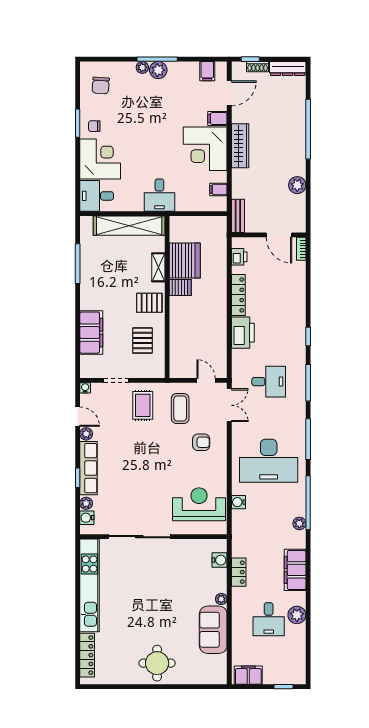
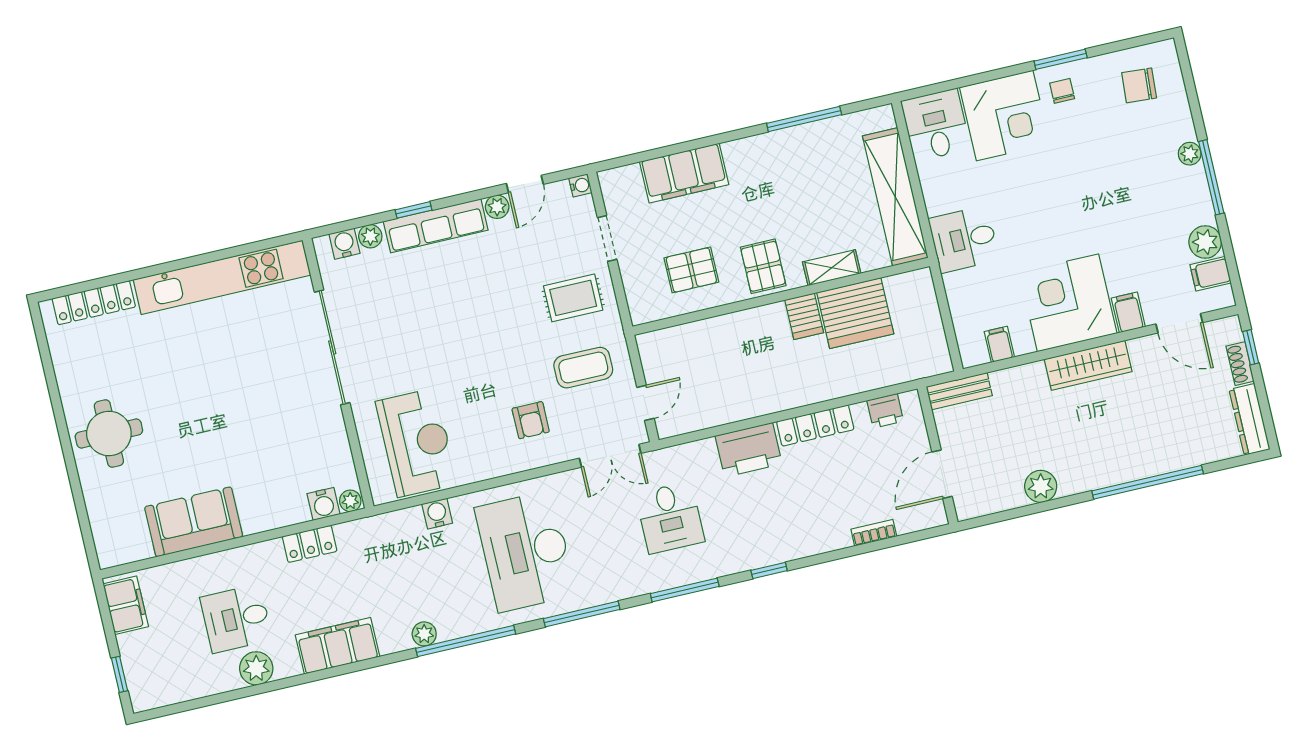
plant: (158, 70) -> (1205, 242), moved
bookcase: (301, 249) -> (874, 533), moved
plant: (221, 599) -> (350, 501), moved

